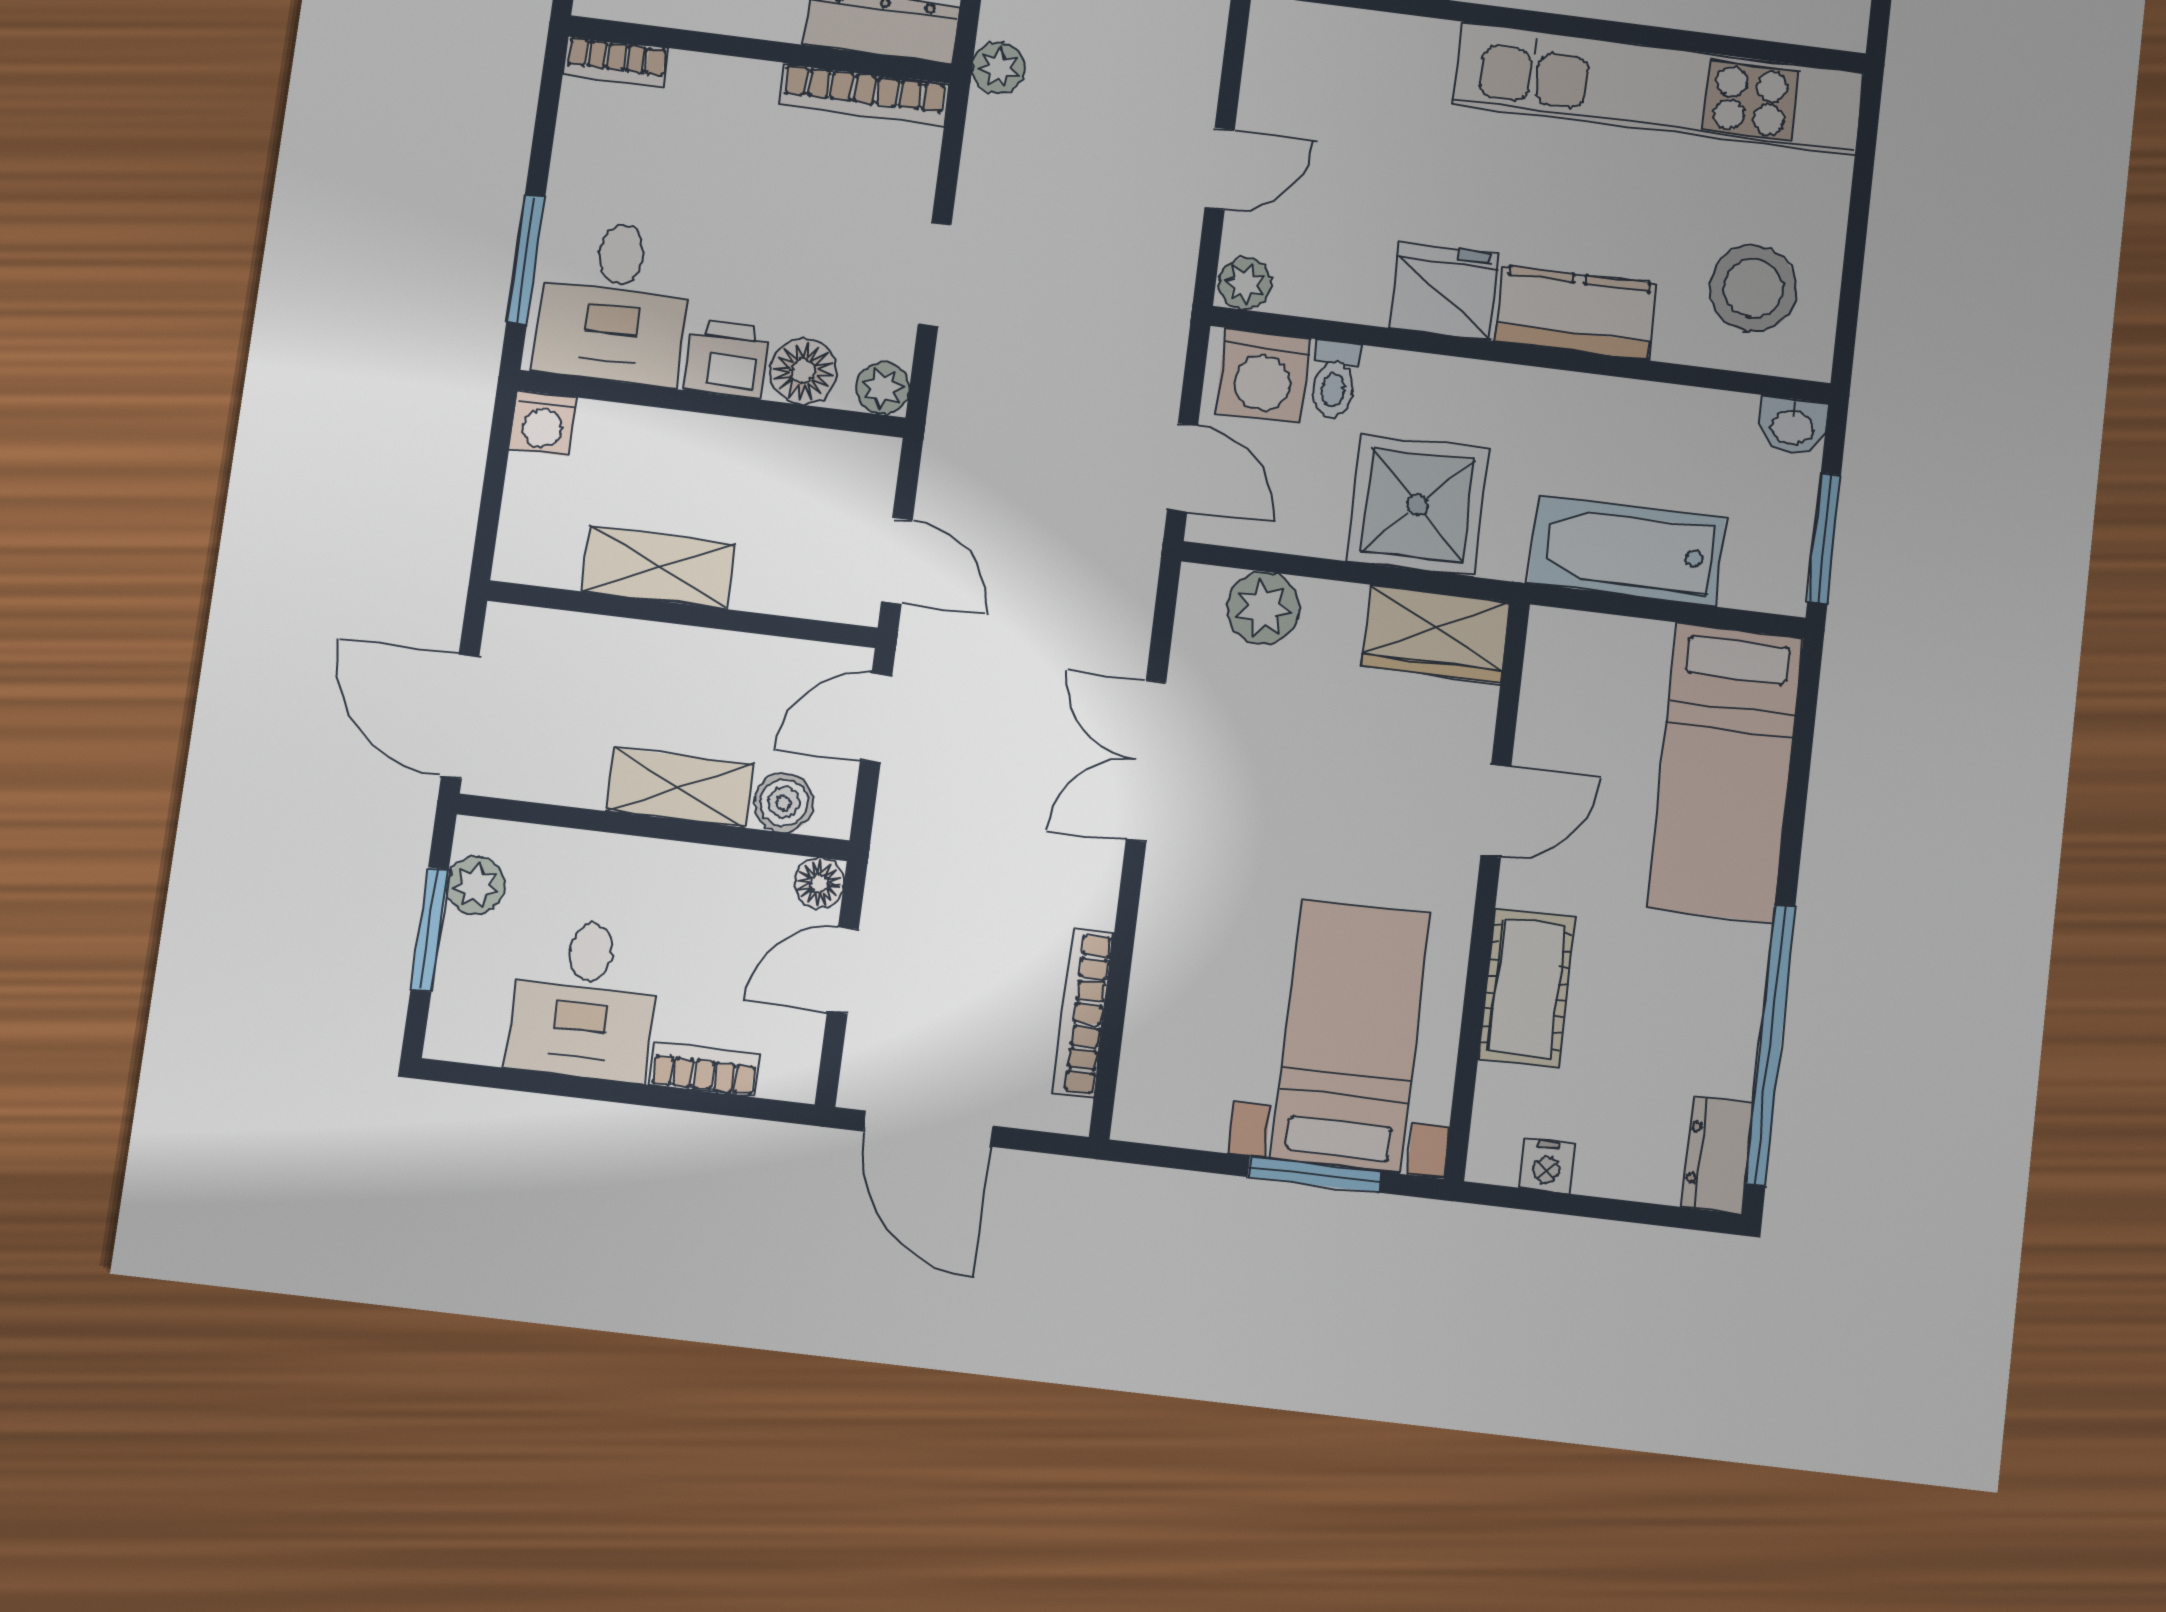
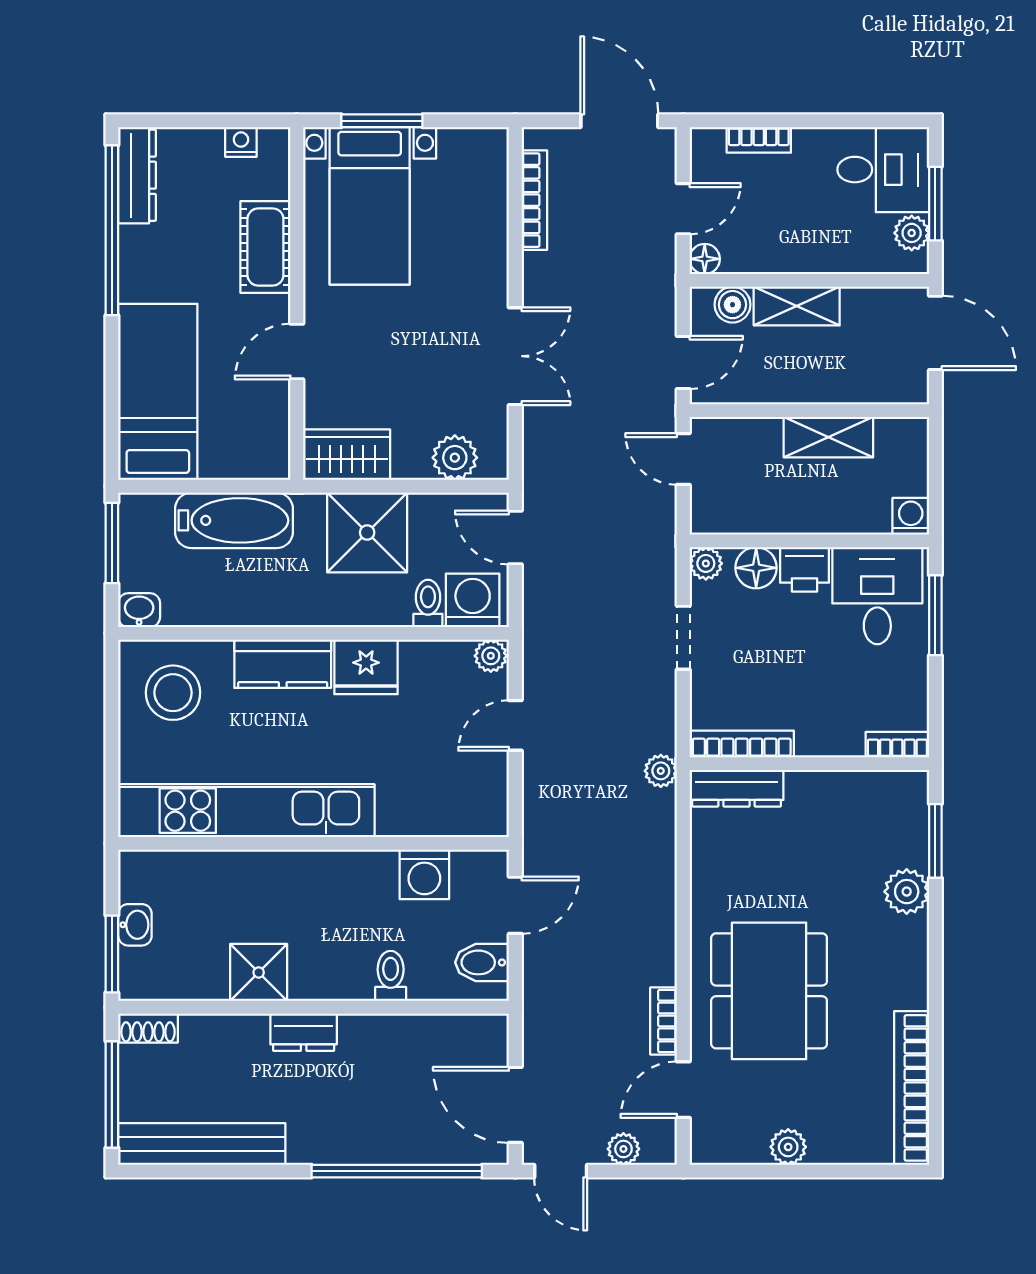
desk: (584, 1000) -> (883, 170), moved, turned 90
dresser: (1718, 1155) -> (137, 175), width x1.44

